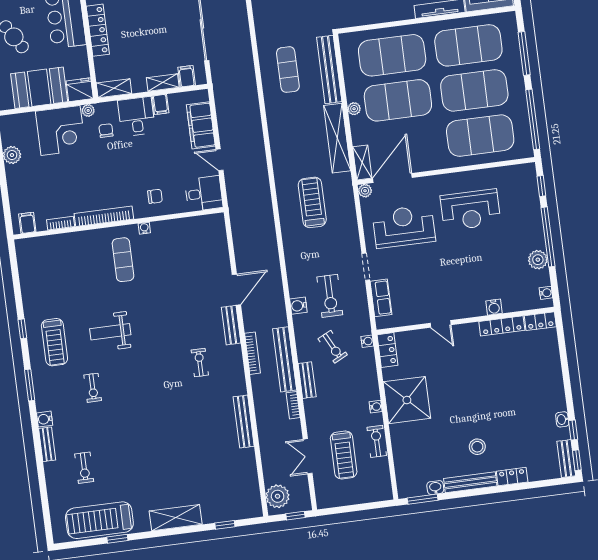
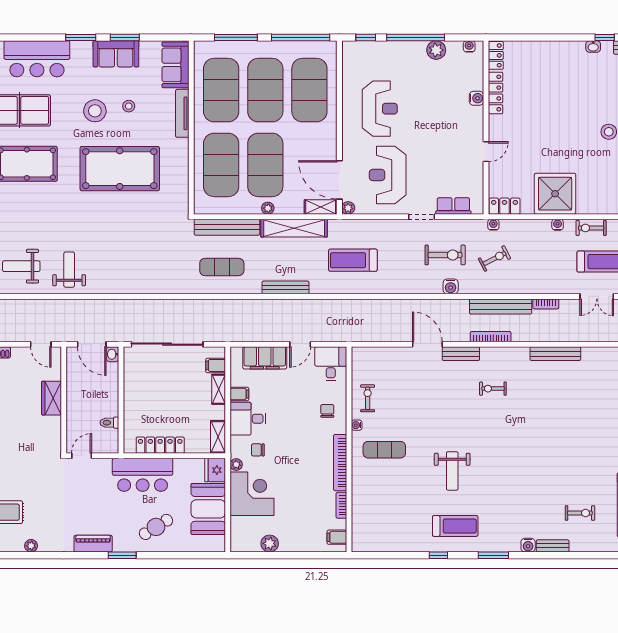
bench: (307, 380) -> (286, 287), moved, width x1.36
exercise bike: (93, 388) -> (368, 398), moved, turned -90

